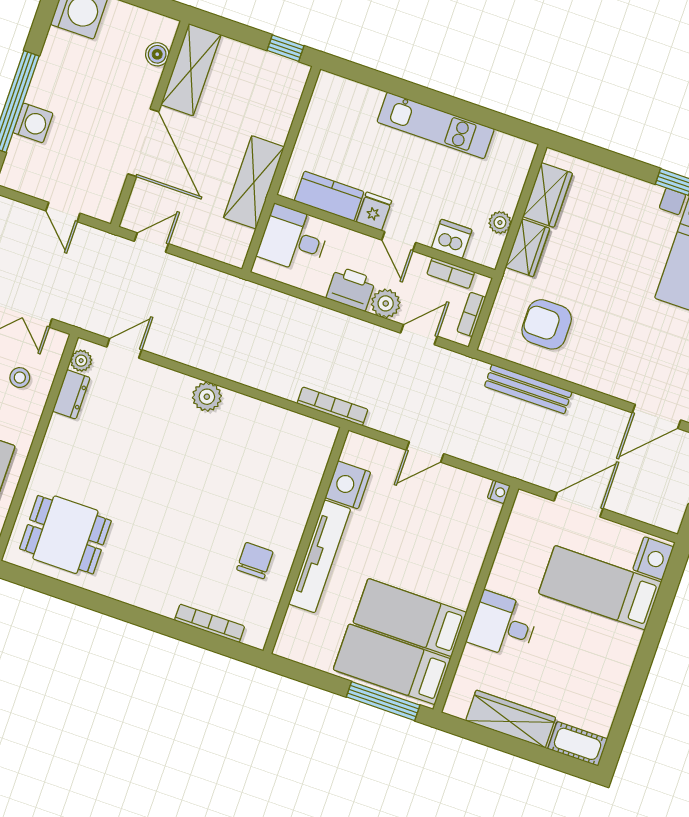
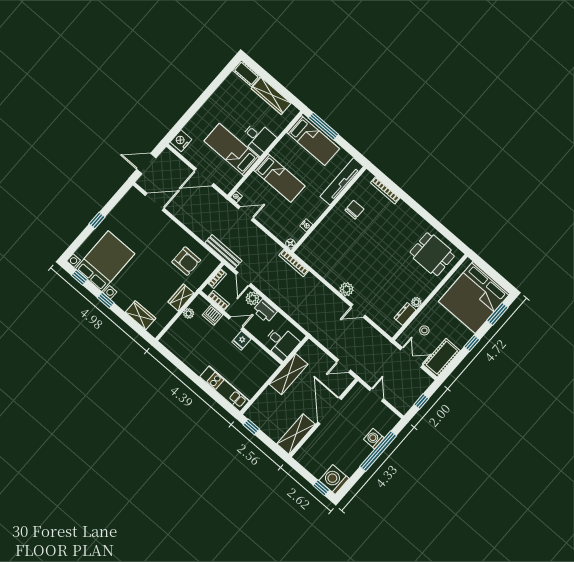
boiler: (157, 54) -> (308, 447), removed
kitchen unit: (436, 125) -> (225, 389), moved
wardrobe: (548, 195) -> (141, 315), moved, turned 90
kitchen counter: (329, 196) -> (258, 355), removed
door: (399, 241) -> (236, 323), hinge flipped
door: (419, 335) -> (244, 279), hinge flipped
door: (124, 348) -> (358, 311), moved
plant: (81, 361) -> (416, 302), moved
bench: (528, 389) -> (223, 252), moved
floor lamp: (354, 442) -> (290, 244), added
door: (425, 452) -> (246, 213), moved
nightstand: (348, 485) -> (306, 225), width x0.53, depth x0.56
tv unit: (320, 556) -> (342, 181), moved
chair: (255, 561) -> (354, 210), turned 180
bed: (600, 588) -> (232, 150), moved, turned 180
bed: (410, 618) -> (279, 178), moved

